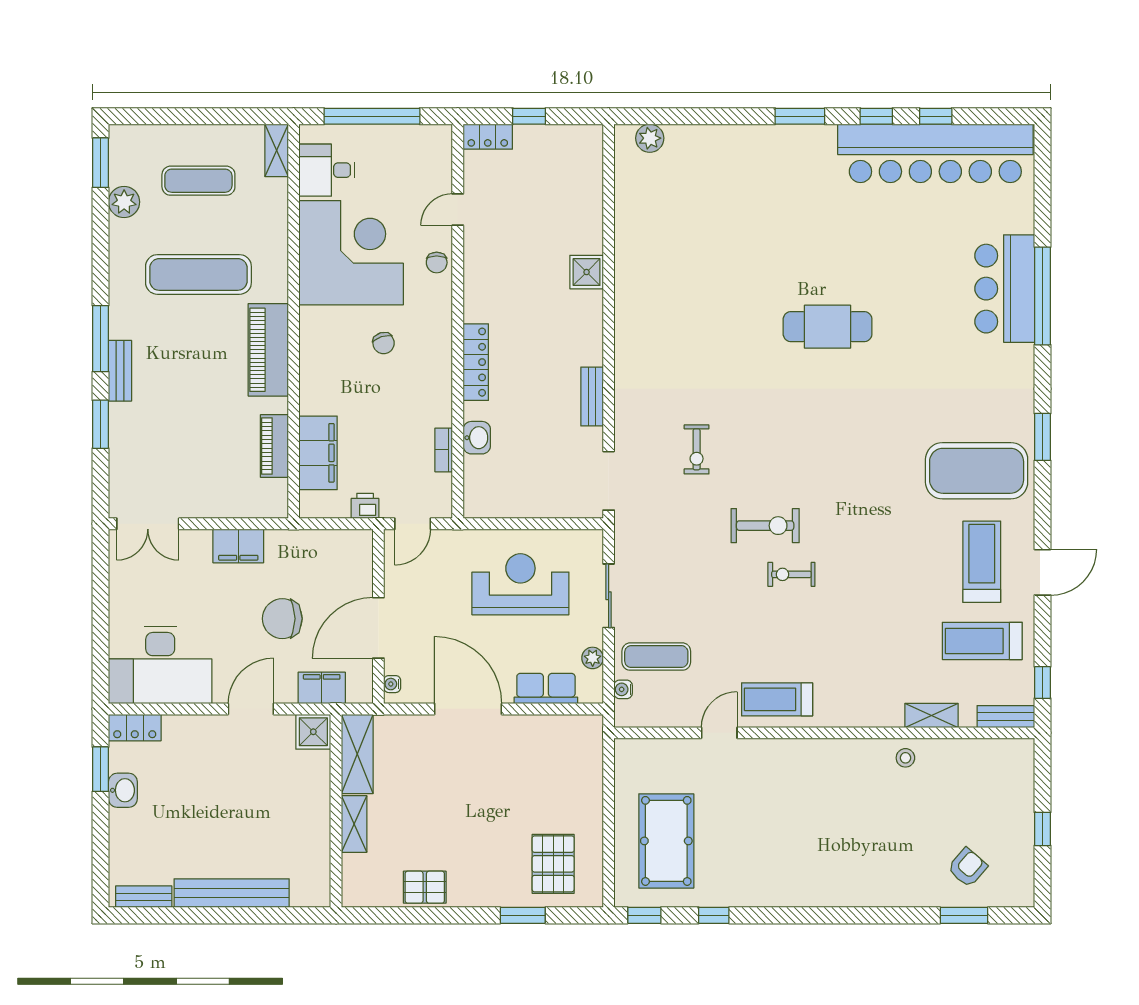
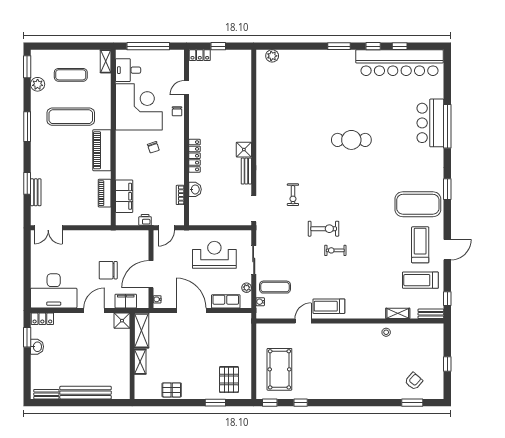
shower: (587, 272) -> (244, 150), moved
window: (101, 339) -> (27, 127), moved
bench: (120, 371) -> (36, 192), moved
filing cabinet: (238, 546) -> (89, 238), removed

